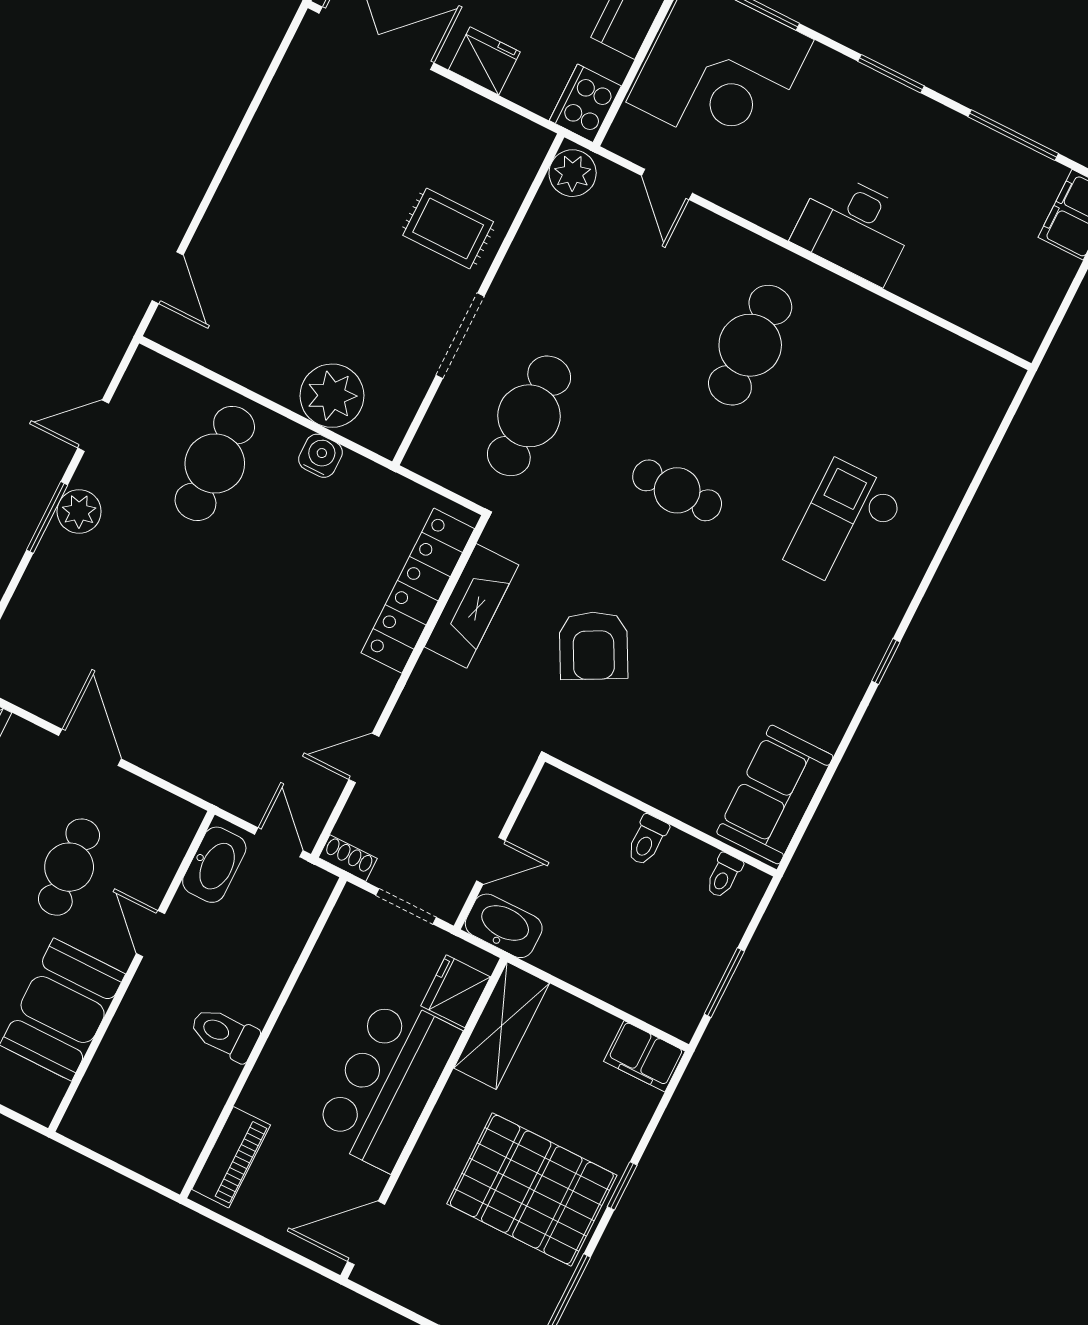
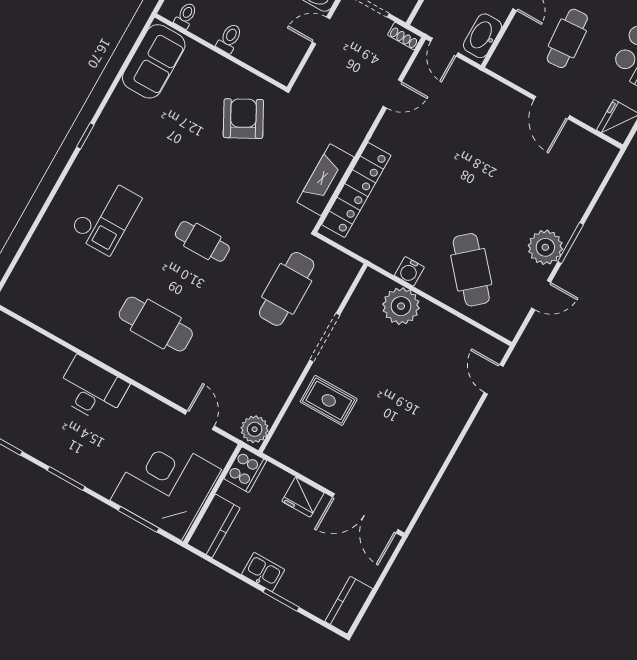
cafe table: (750, 345) -> (156, 324), turned 90
cafe table: (215, 463) -> (471, 270), turned -41
plant: (79, 511) -> (545, 247), width x1.36, depth x1.36
armchair: (593, 646) -> (243, 119), moved

